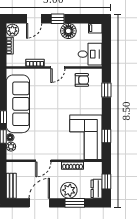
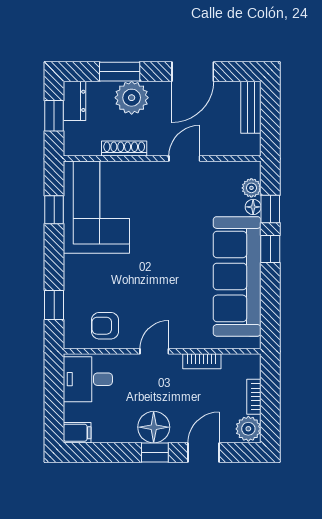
floor lamp: (68, 31) -> (154, 427), moved

